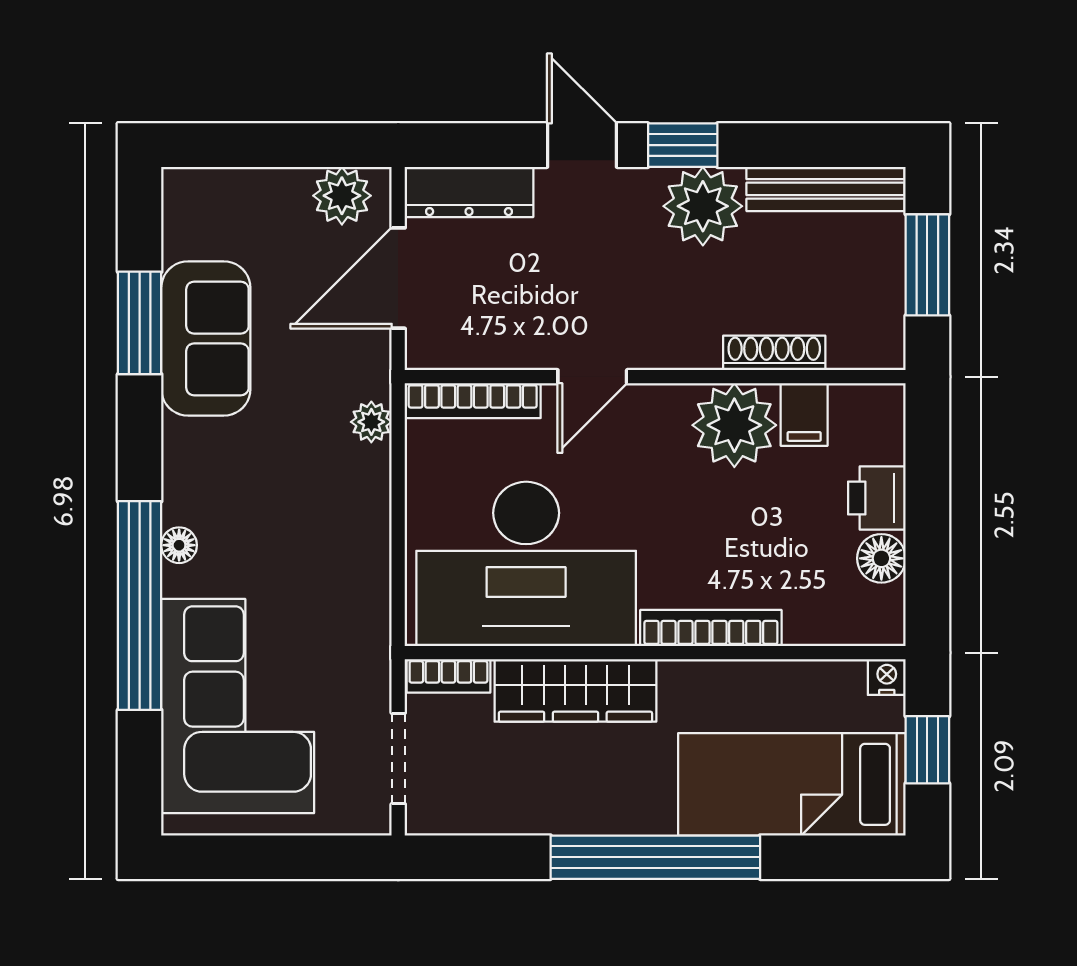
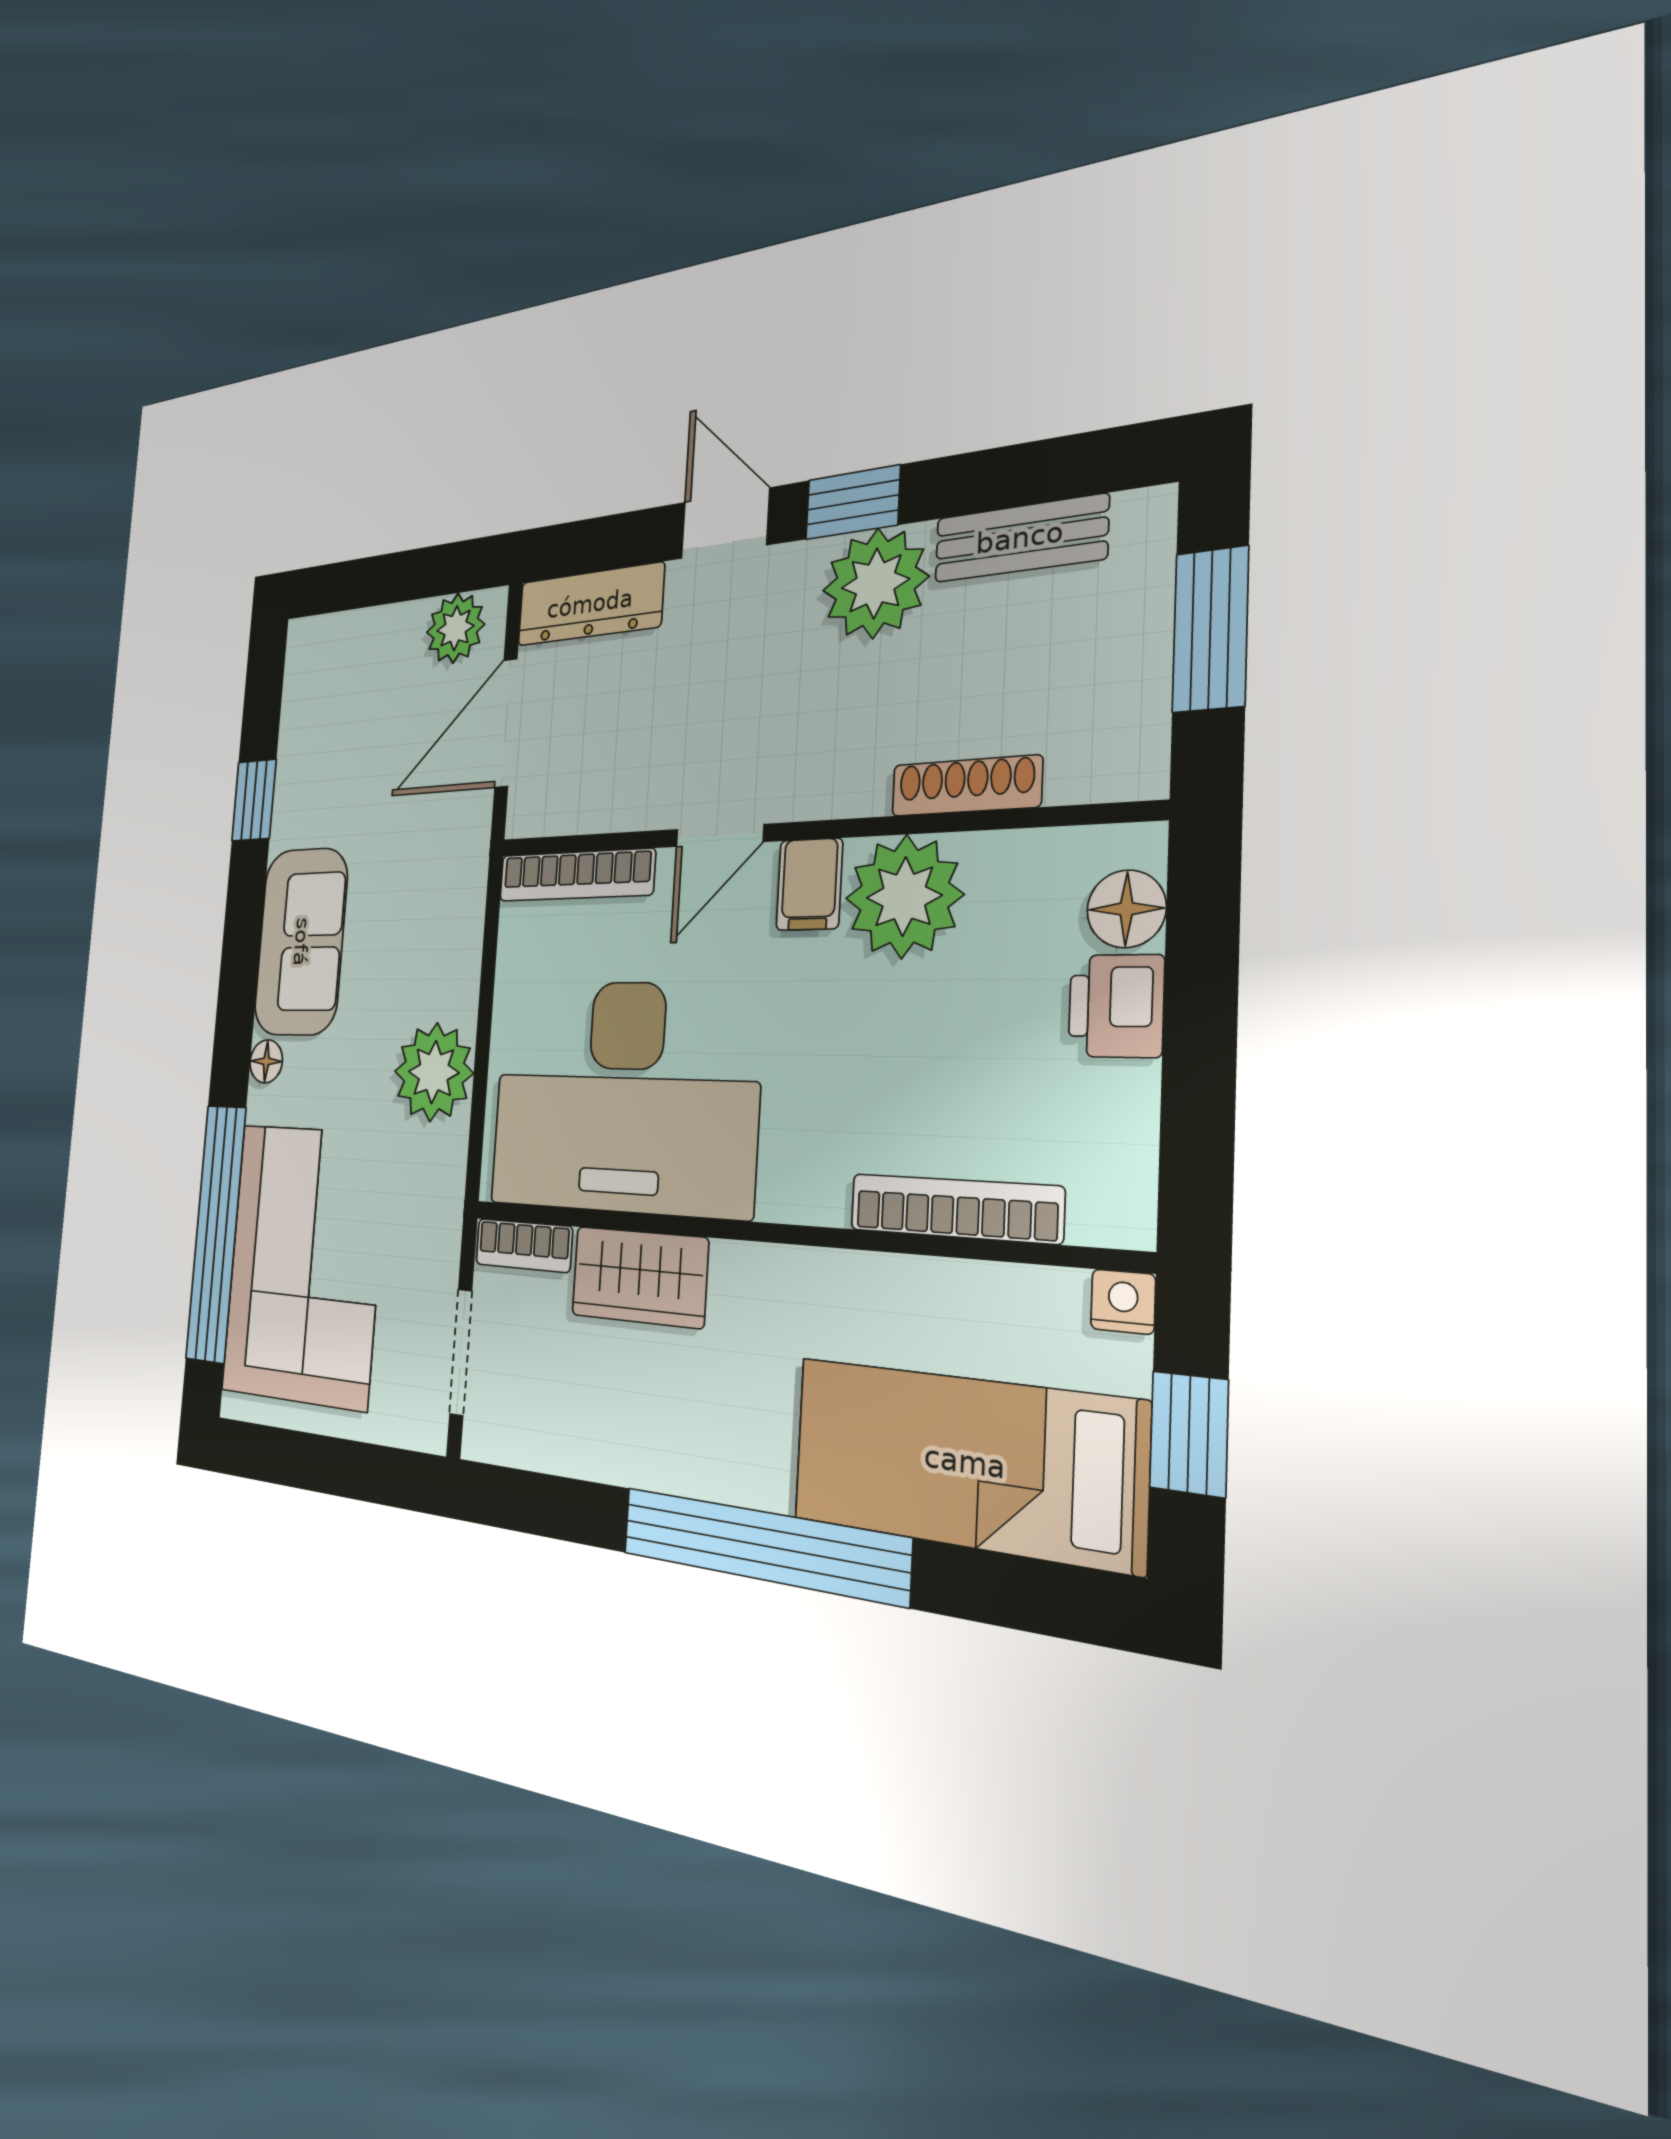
bench: (826, 189) -> (1020, 538), width x0.73
window: (140, 323) -> (254, 800), width x0.67
sofa: (206, 338) -> (301, 942), moved
filing cabinet: (804, 415) -> (809, 884), moved
plant: (371, 422) -> (434, 1072), moved, width x1.88, depth x1.88
floor lamp: (881, 558) -> (1126, 909), moved
window: (140, 606) -> (216, 1233), moved
bookcase: (711, 628) -> (955, 1208), moved
wardrobe: (575, 690) -> (639, 1277), width x0.67

